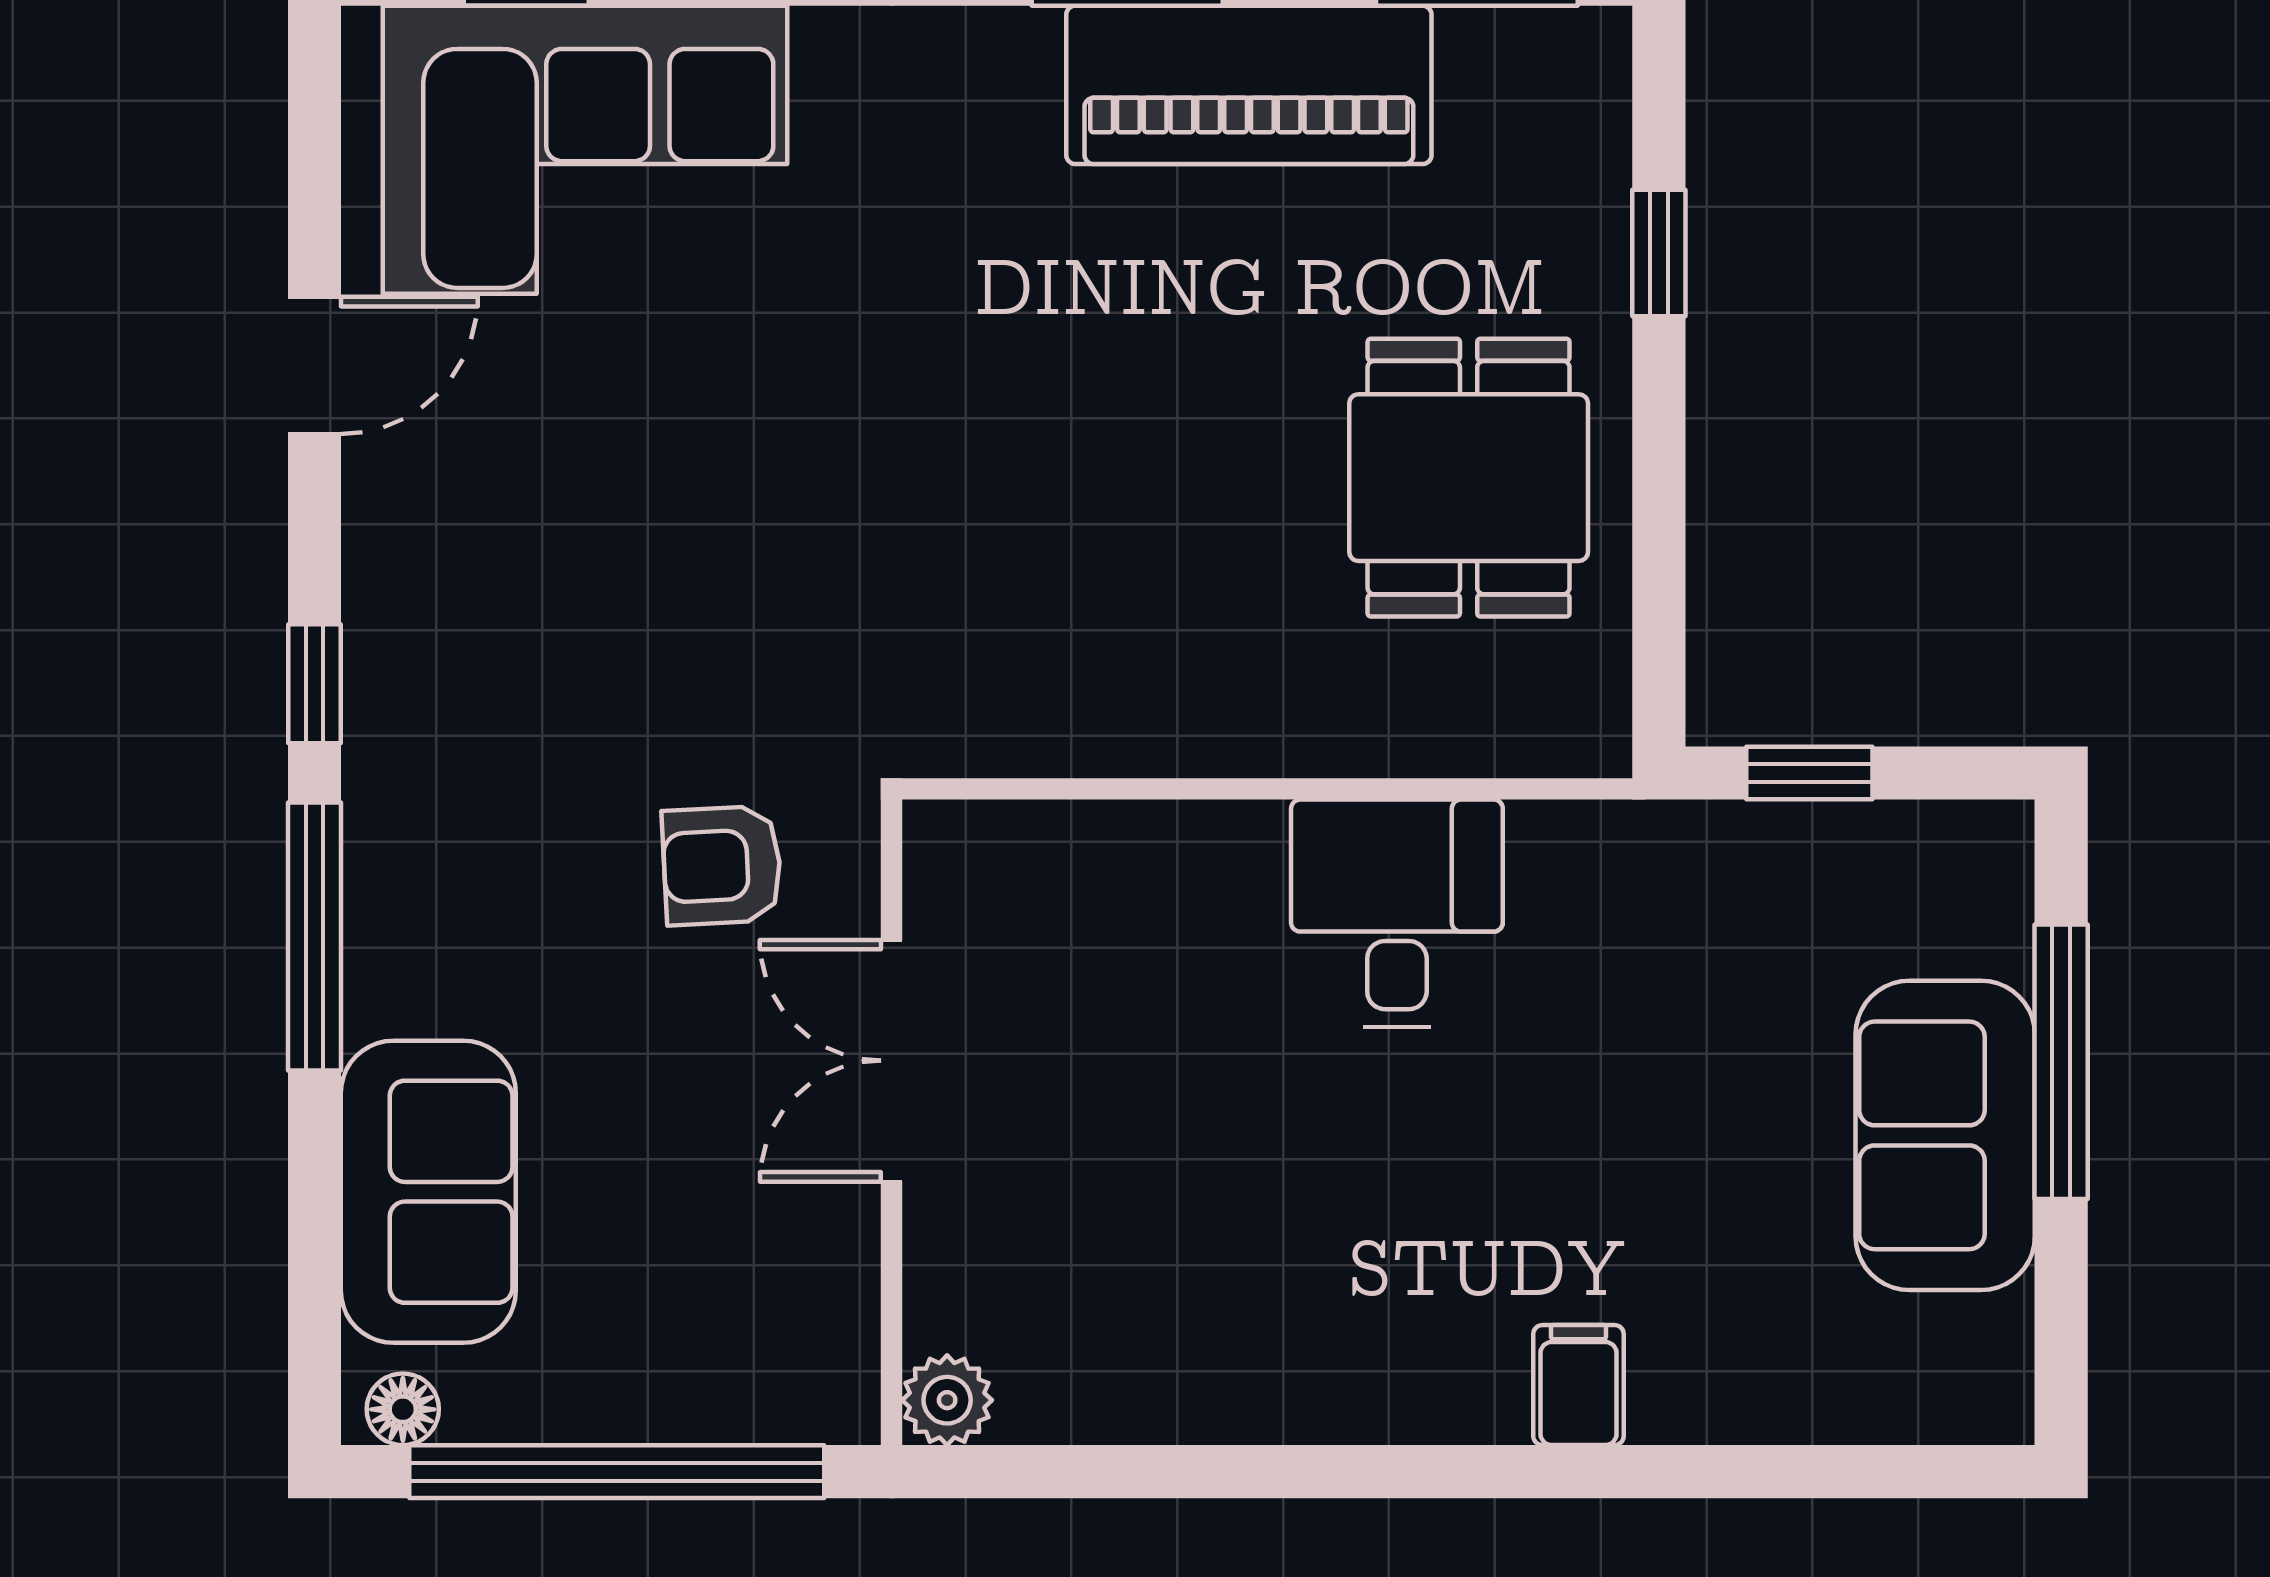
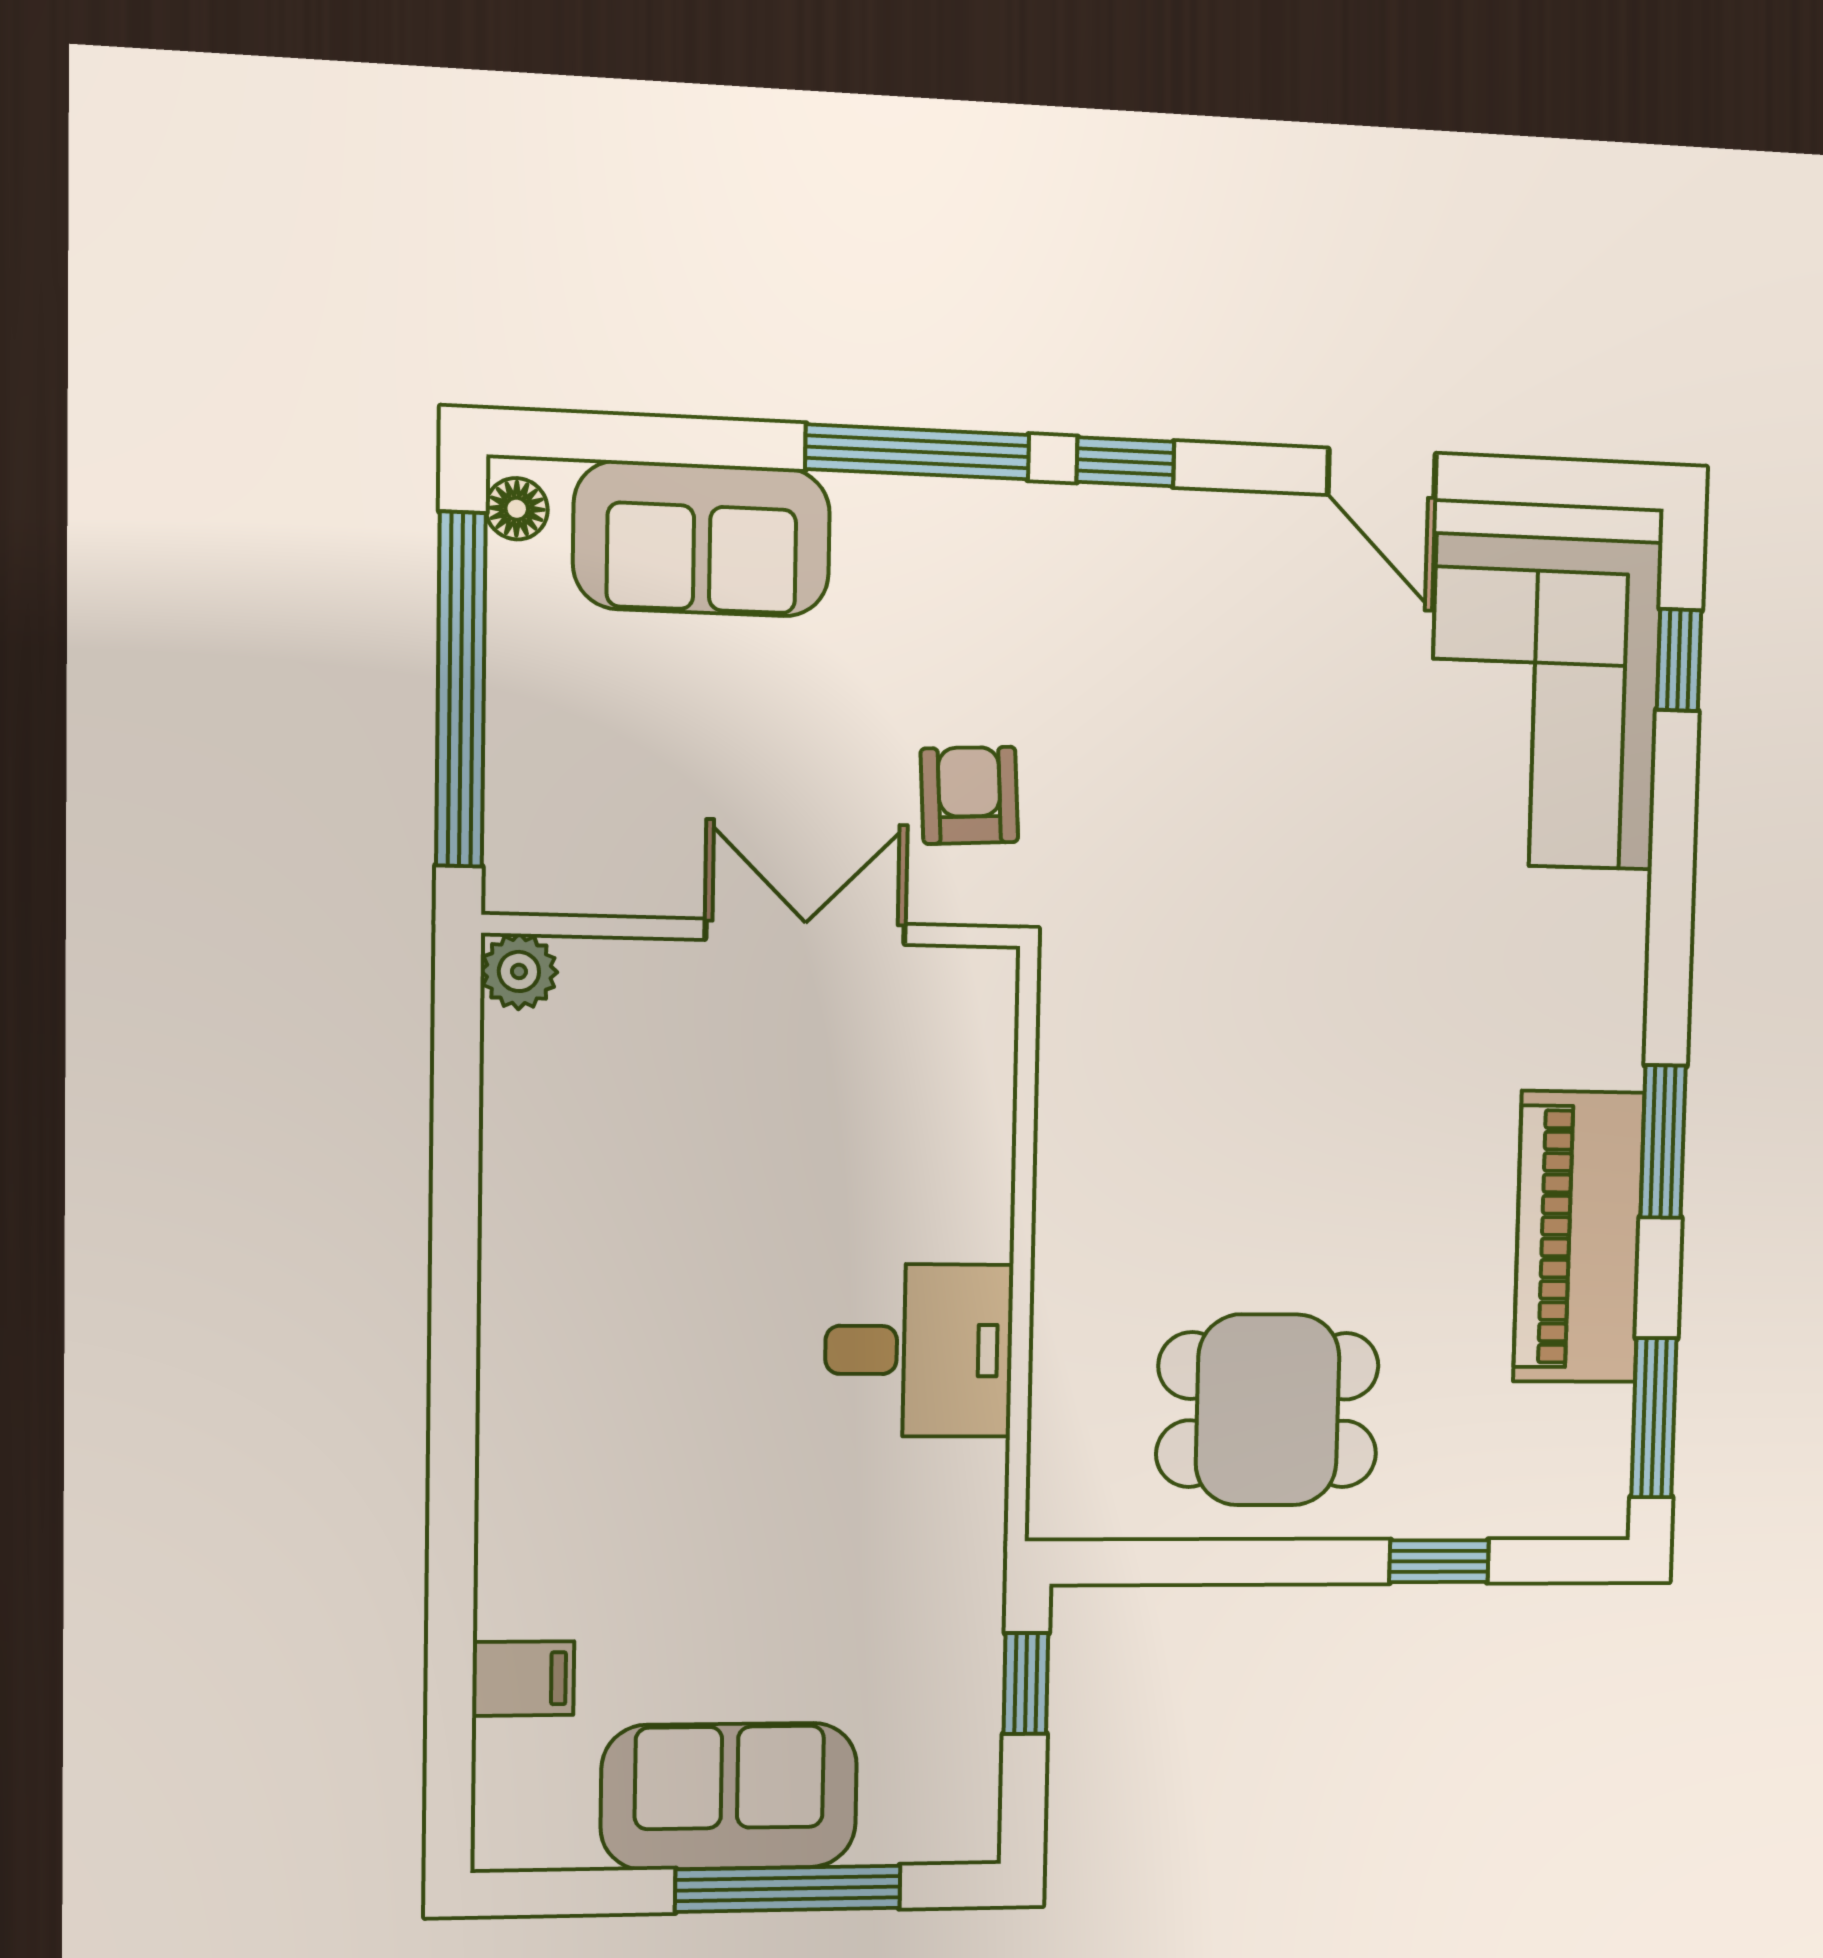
filing cabinet: (1578, 1385) -> (523, 1679), moved

